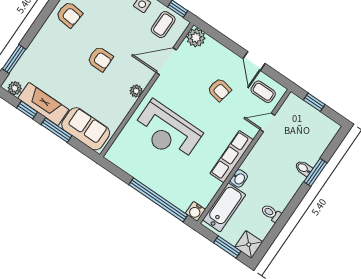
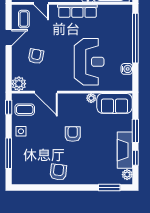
armchair: (219, 90) -> (36, 56), moved
plant: (136, 91) -> (91, 98), moved
sofa: (86, 129) -> (114, 103), moved, turned -90
water cooler: (195, 211) -> (127, 69), moved

